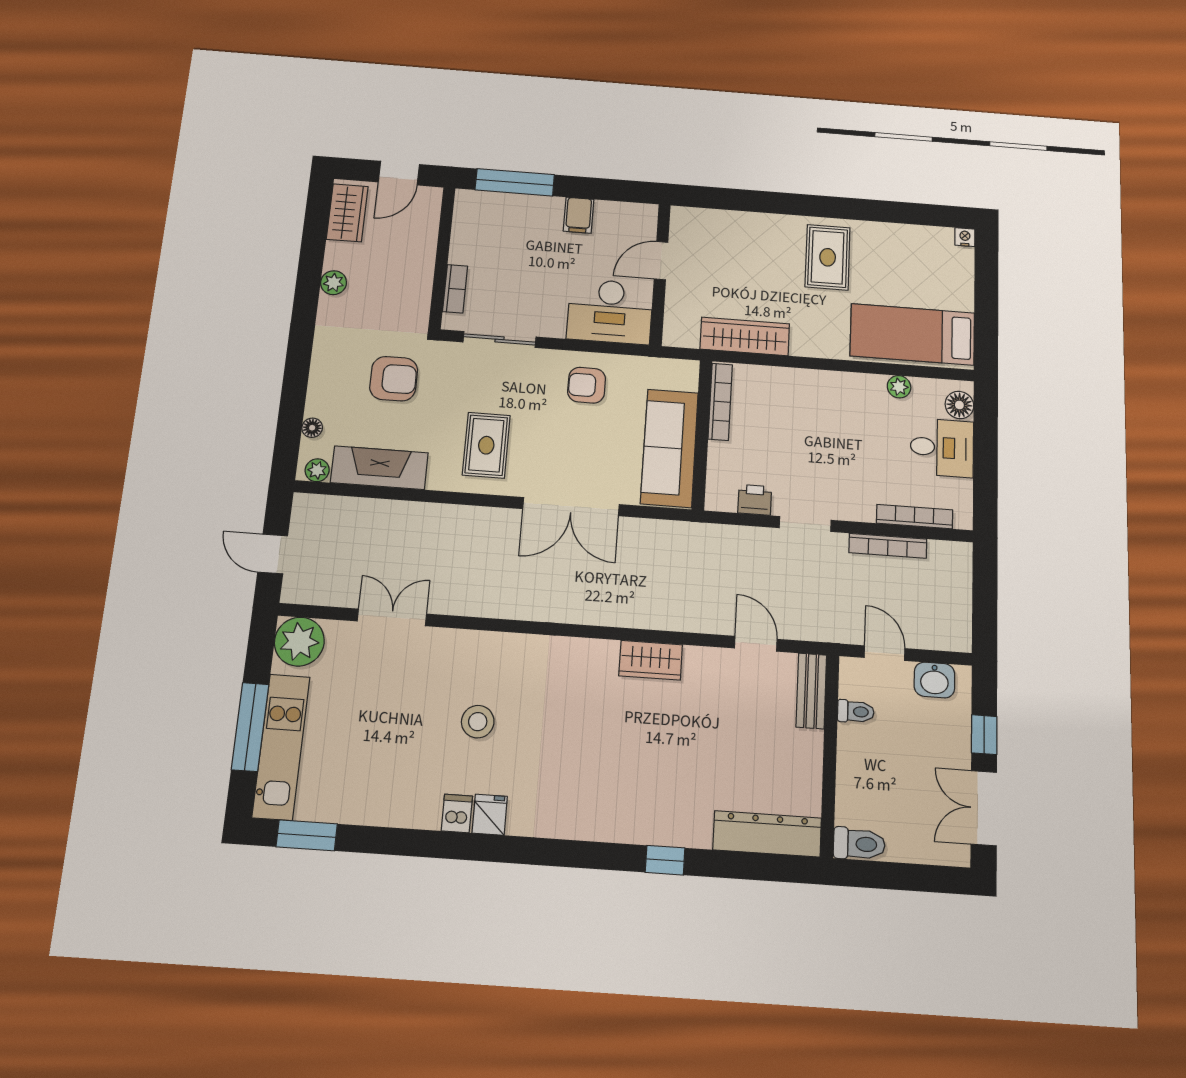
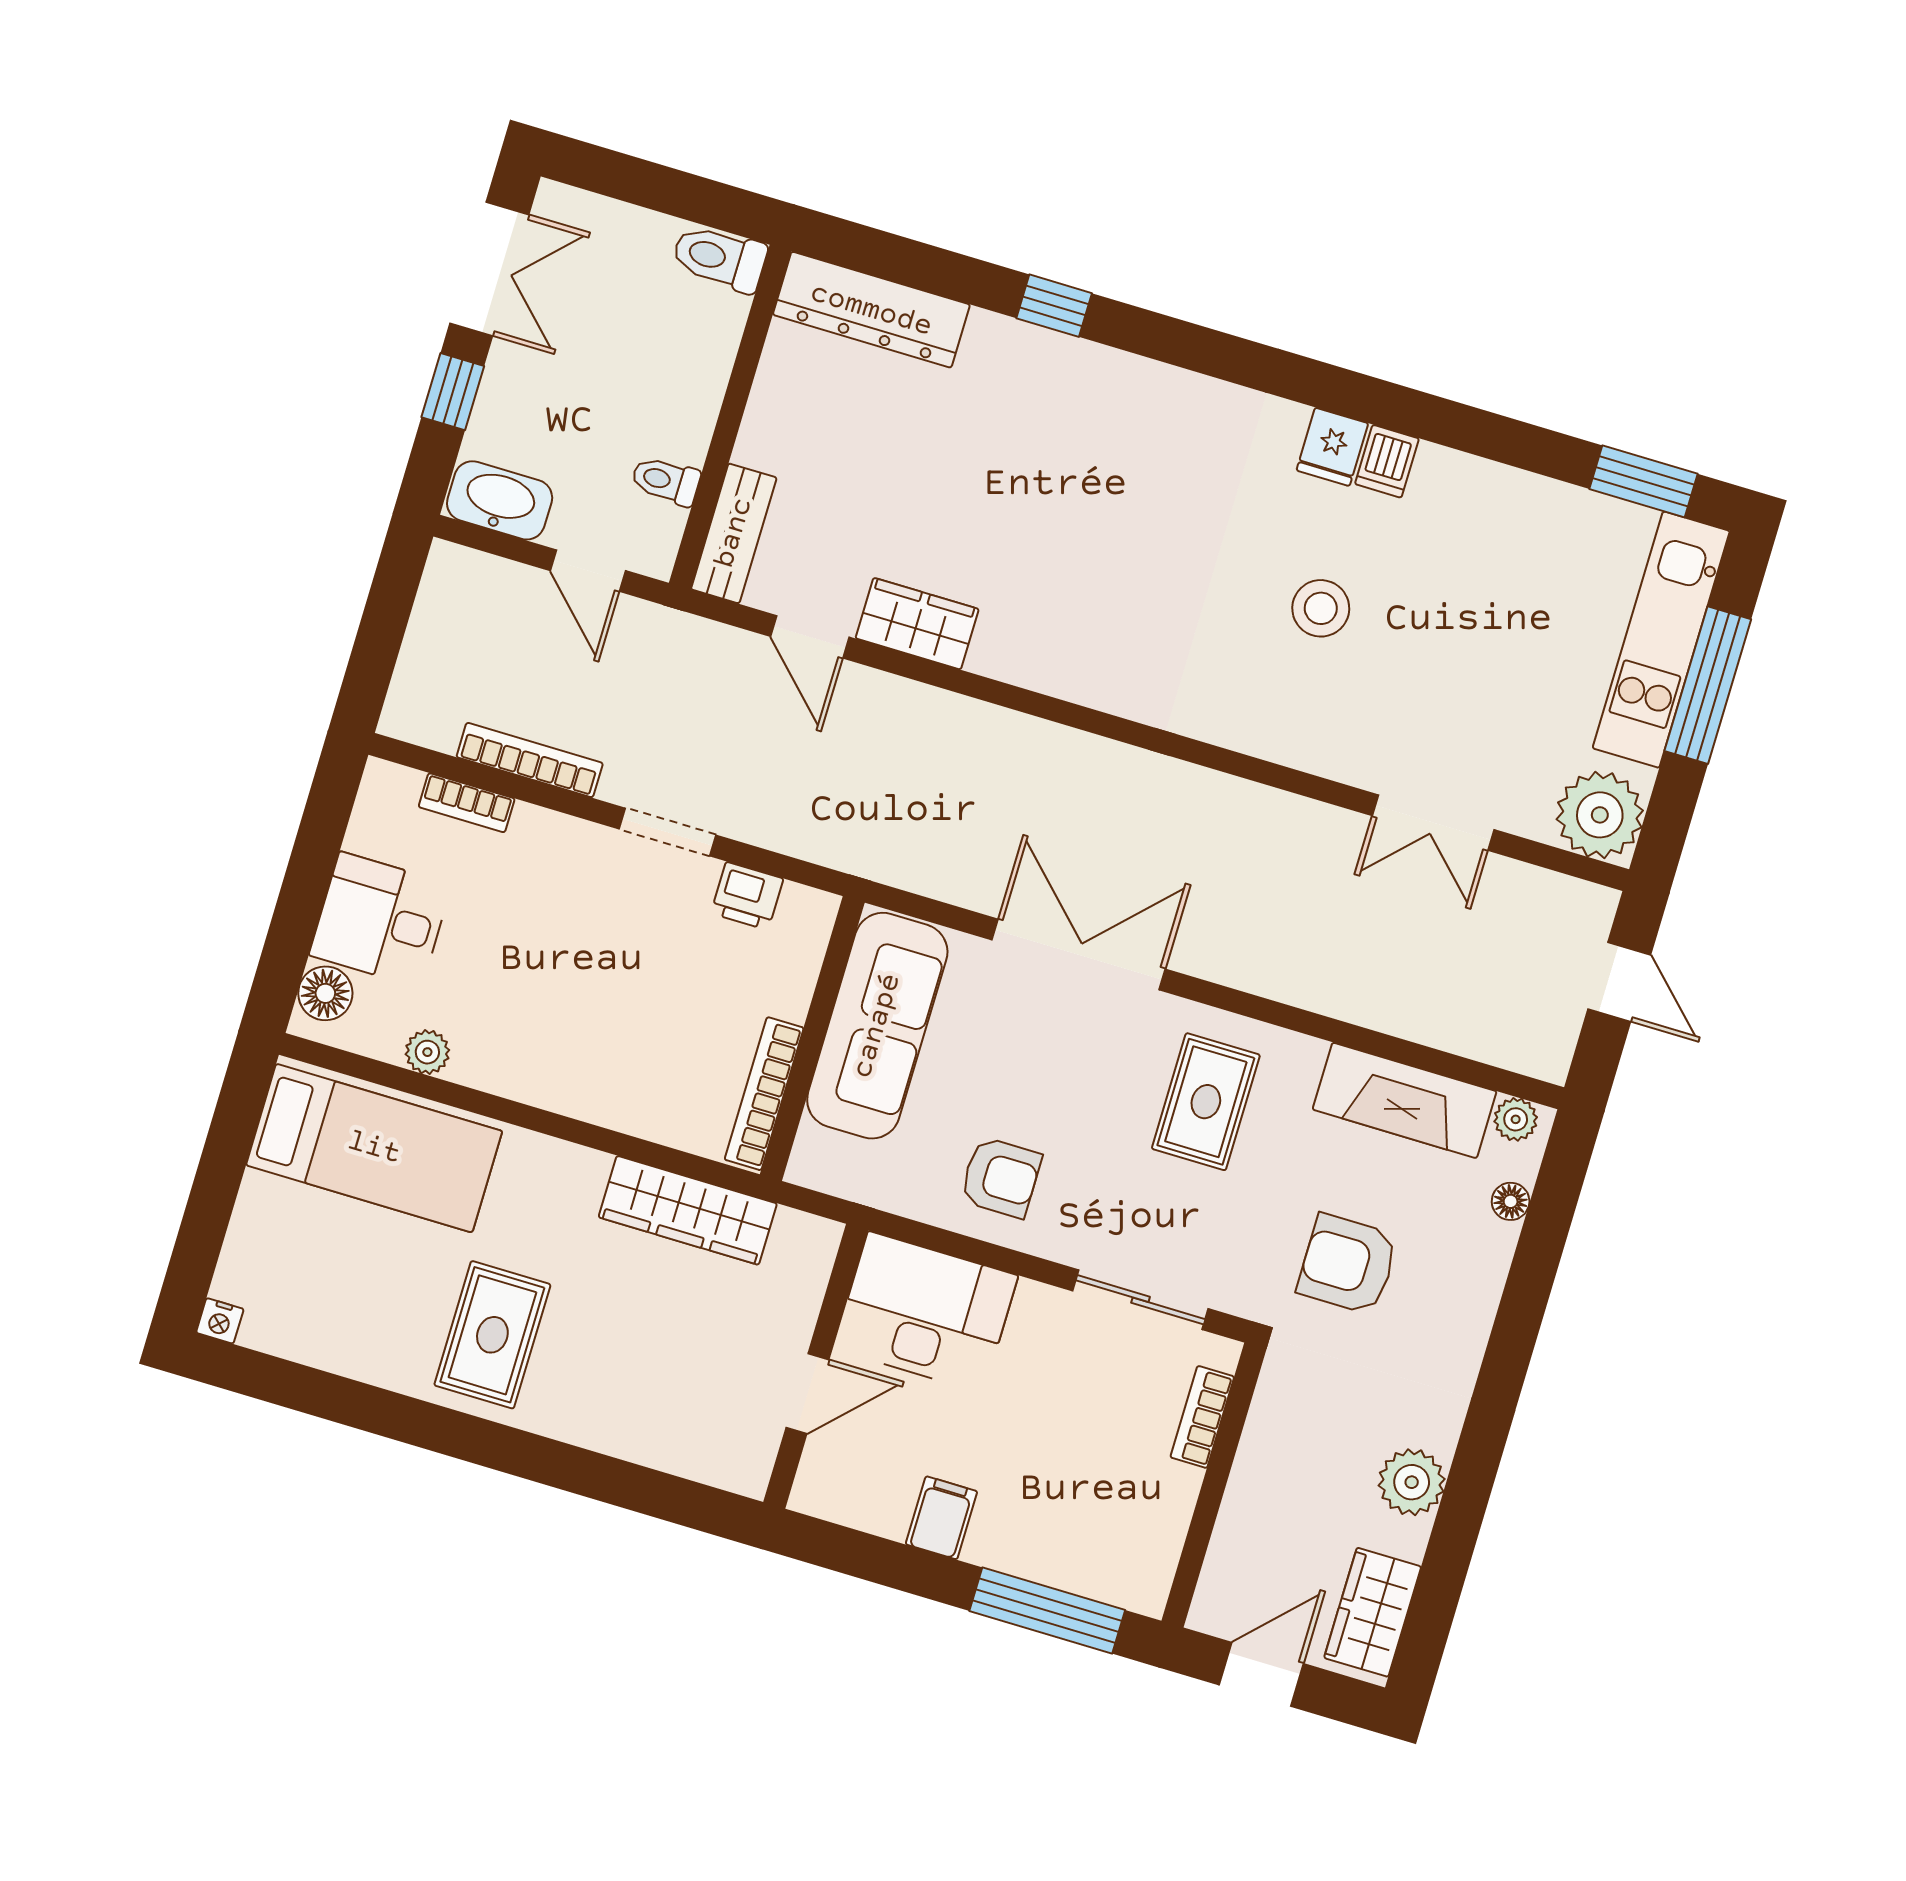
plant: (334, 283) -> (1412, 1482), width x1.38, depth x1.38
bookcase: (915, 517) -> (467, 803), width x0.64
wardrobe: (651, 660) -> (917, 624), moved
washbasin: (934, 680) -> (500, 500), width x1.38

